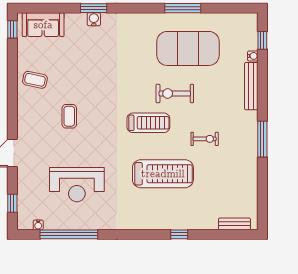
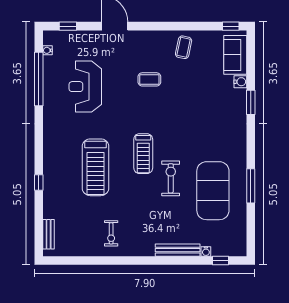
water cooler: (94, 19) -> (240, 82), moved
exercise bike: (205, 139) -> (111, 233), moved
window: (262, 139) -> (128, 260), removed

